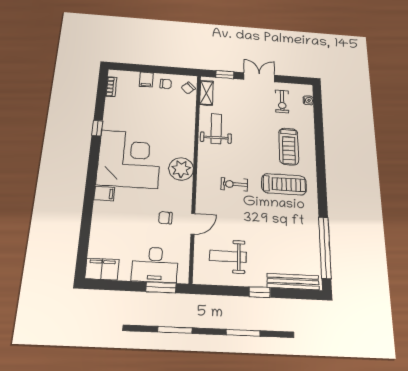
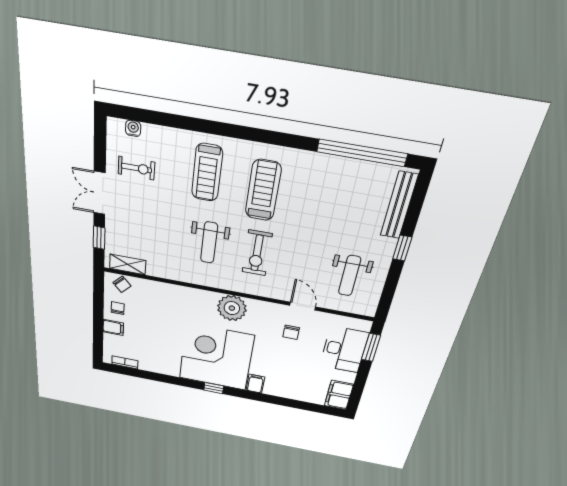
window: (97, 128) -> (214, 388), moved
weight bench: (216, 129) -> (209, 243), moved, turned -90
treadmill: (289, 146) -> (207, 173), turned 90
exercise bike: (234, 184) -> (257, 253), width x1.38, depth x1.39

